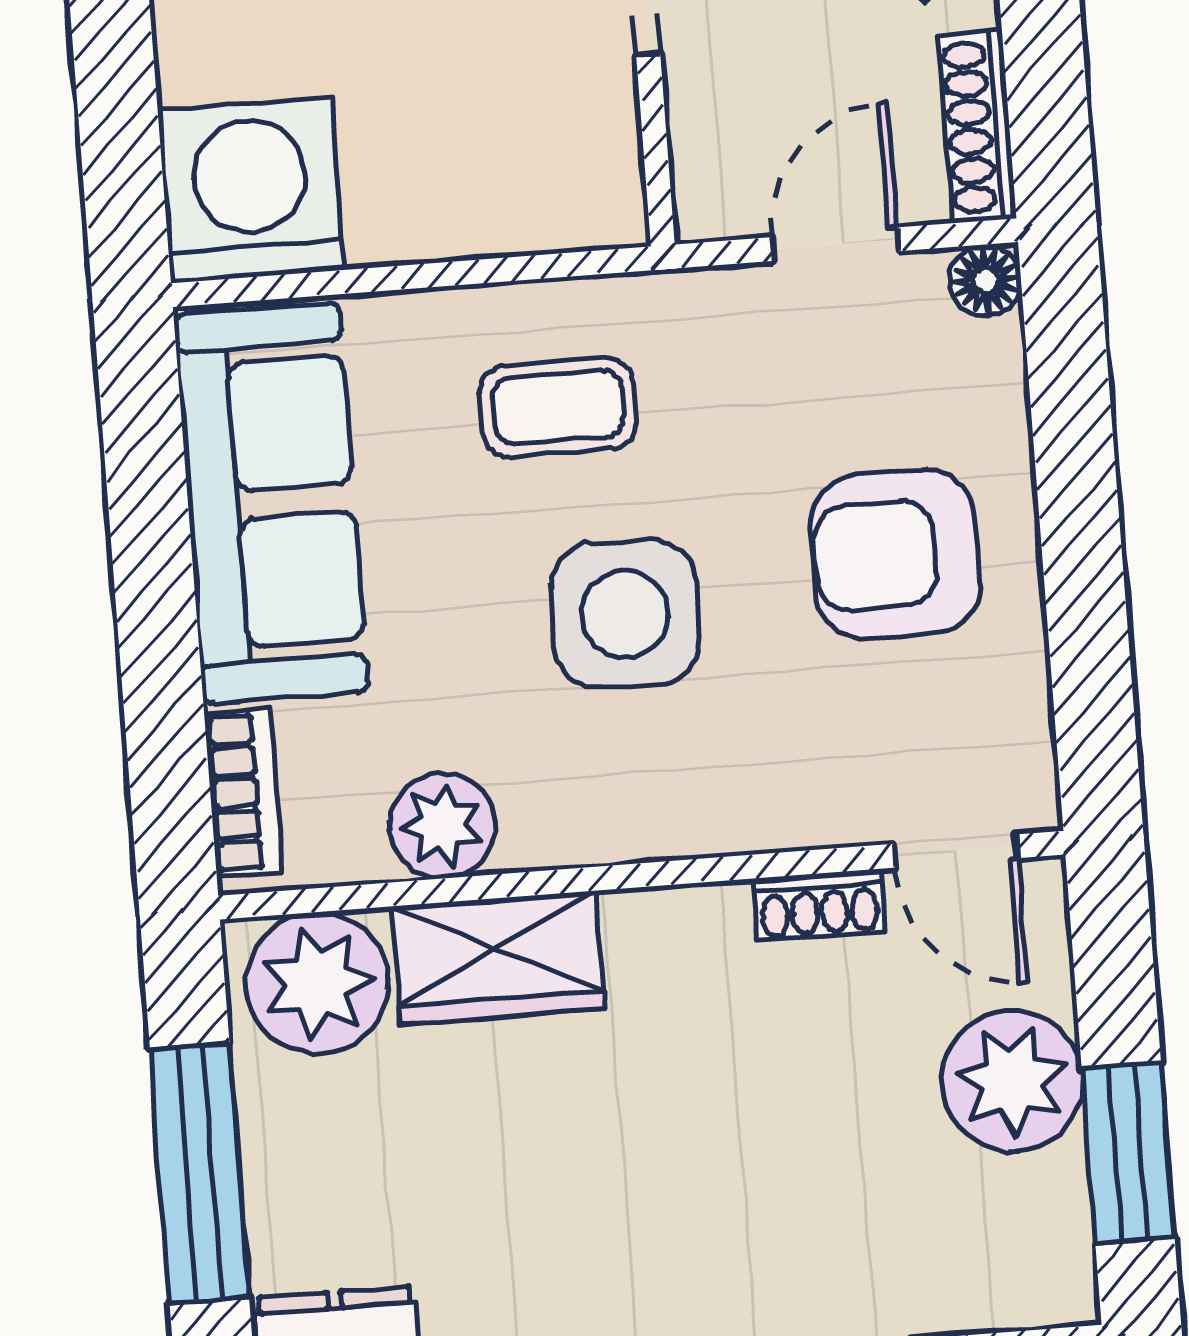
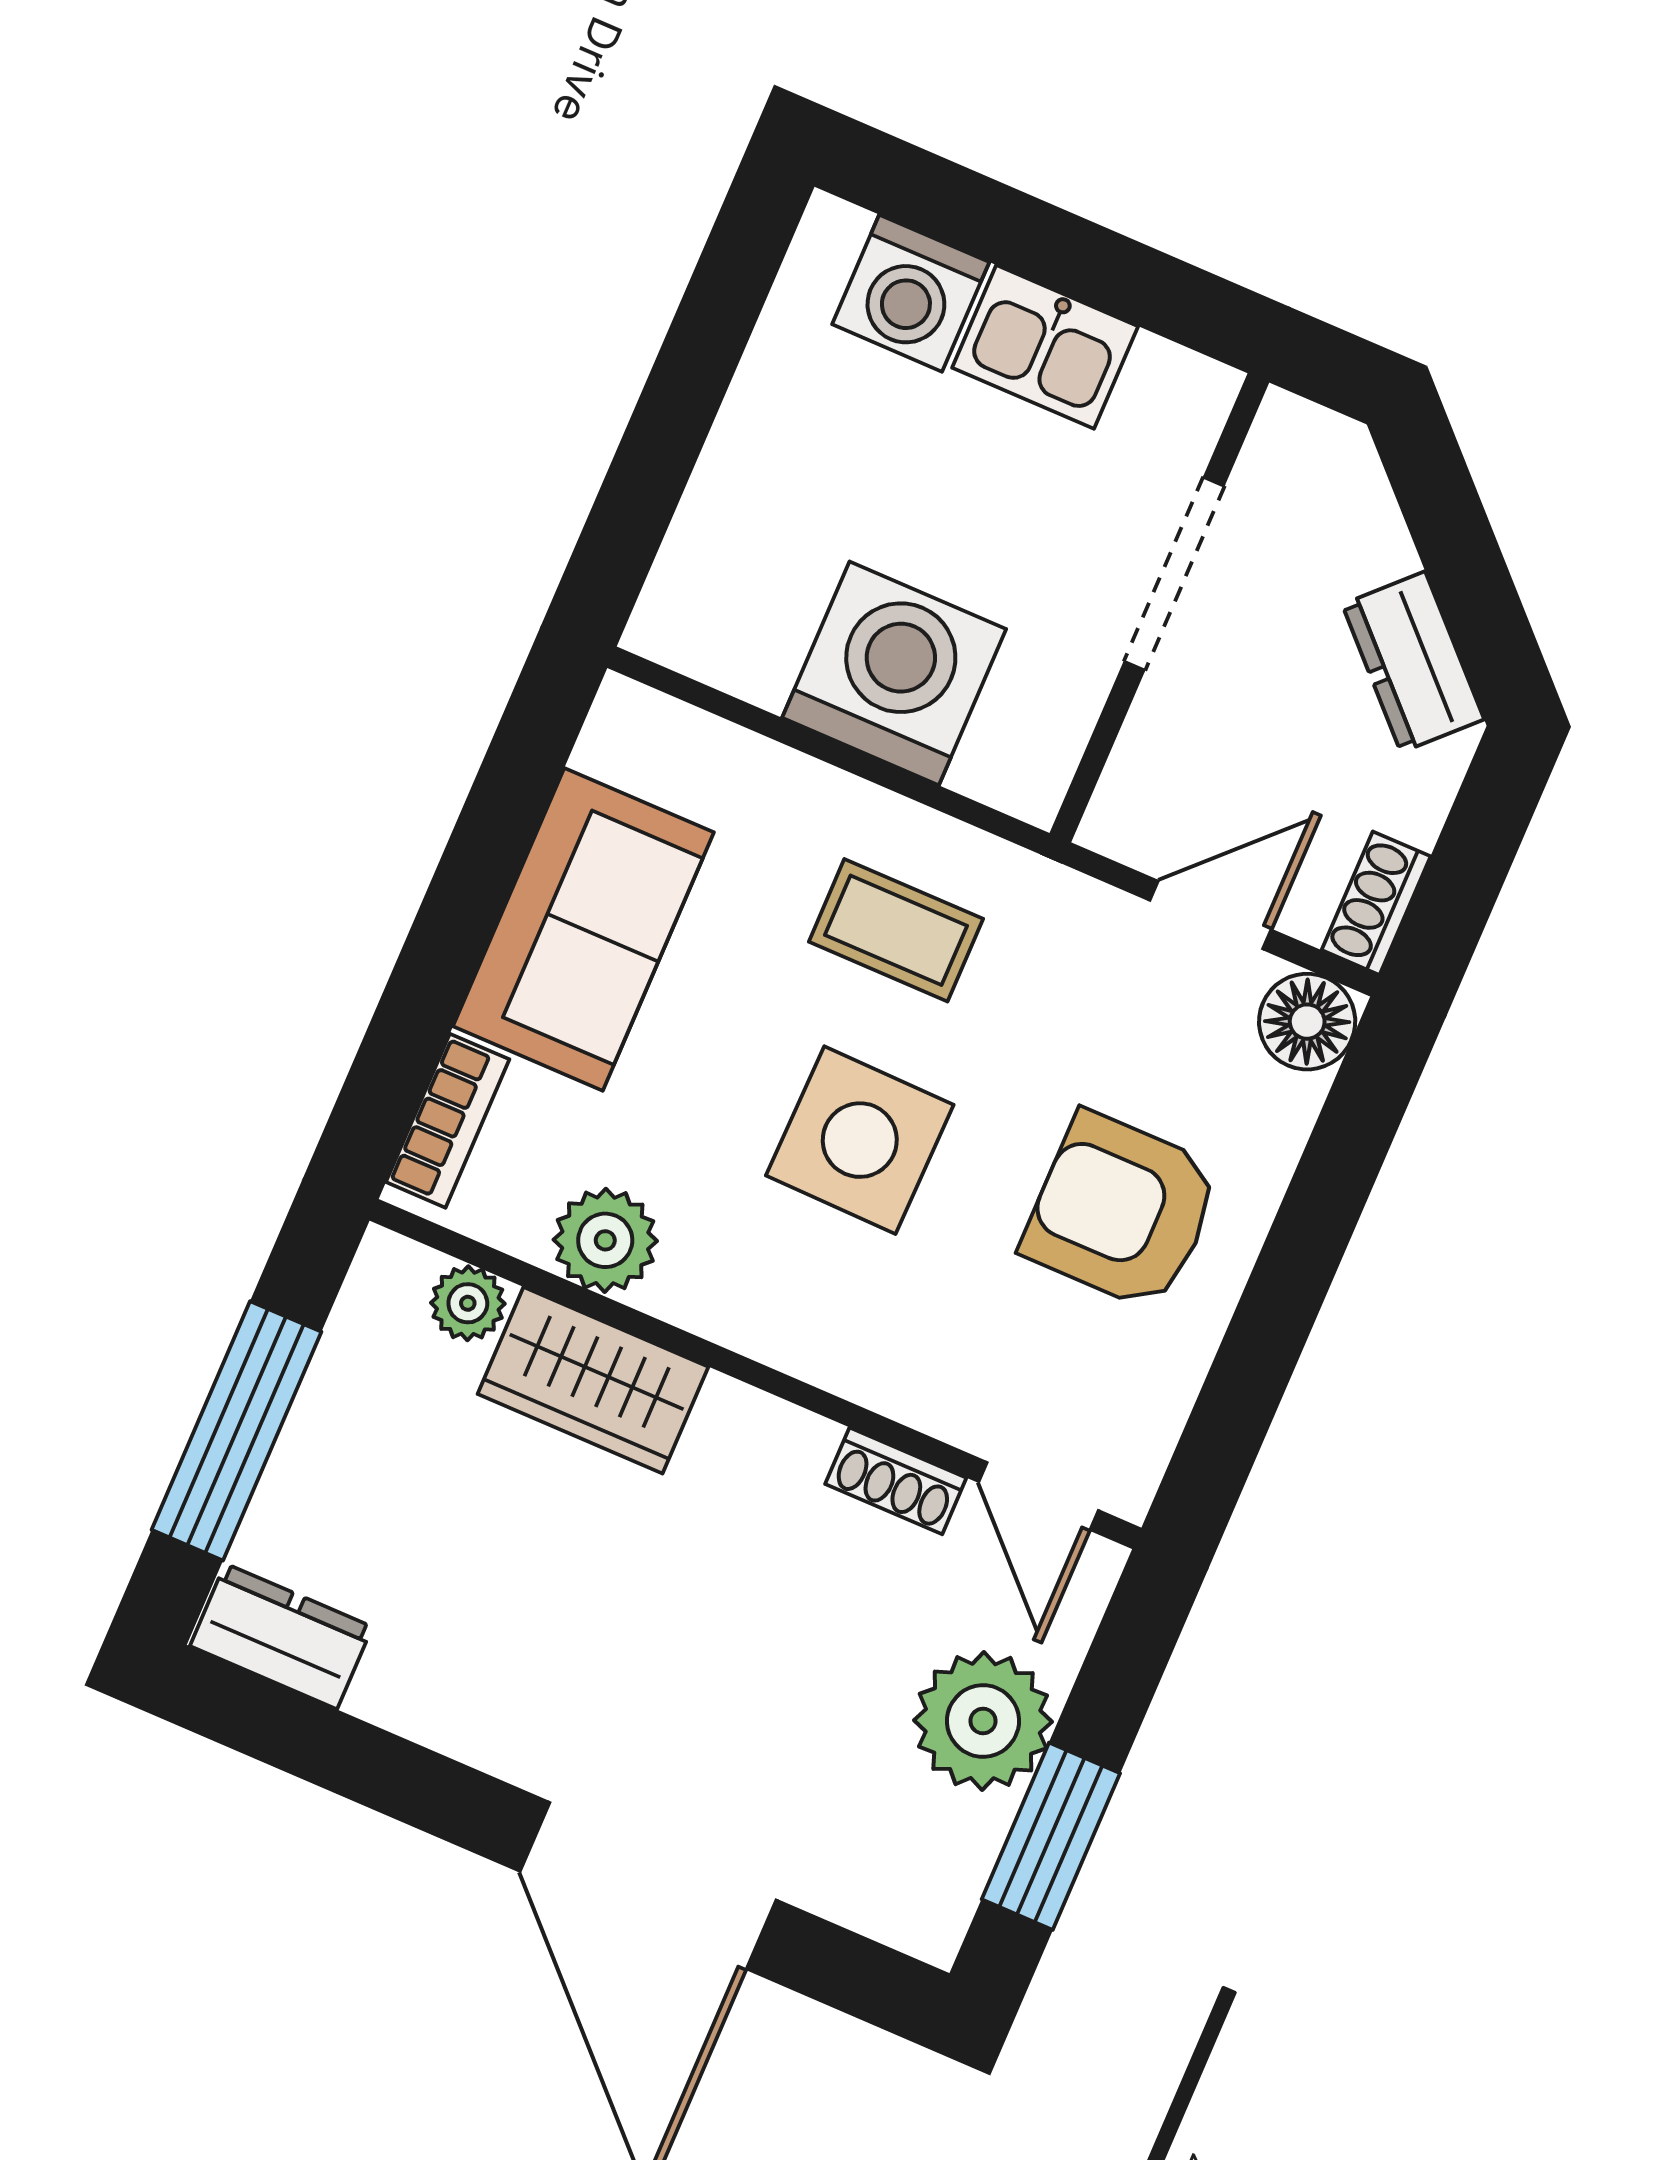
shoe rack: (977, 127) -> (1376, 903), width x0.70
washing machine: (251, 190) -> (894, 673), moved
floor lamp: (985, 280) -> (1307, 1022), width x1.37, depth x1.37
sofa: (271, 503) -> (583, 929), width x0.73
plant: (318, 983) -> (468, 1303), width x0.53, depth x0.53

